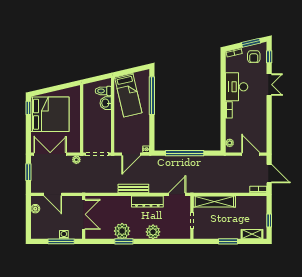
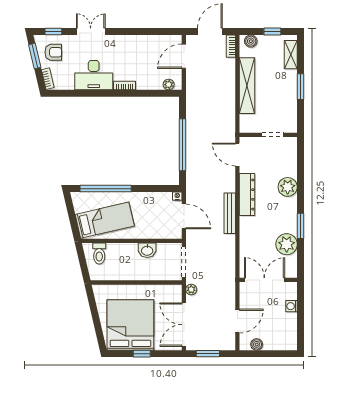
washbasin: (106, 103) -> (147, 250), moved
window: (28, 108) -> (142, 354), moved
shelving: (214, 201) -> (247, 86), moved
boiler: (262, 204) -> (251, 41), added
plant: (122, 231) -> (287, 244), moved
window: (61, 241) -> (301, 310), removed

